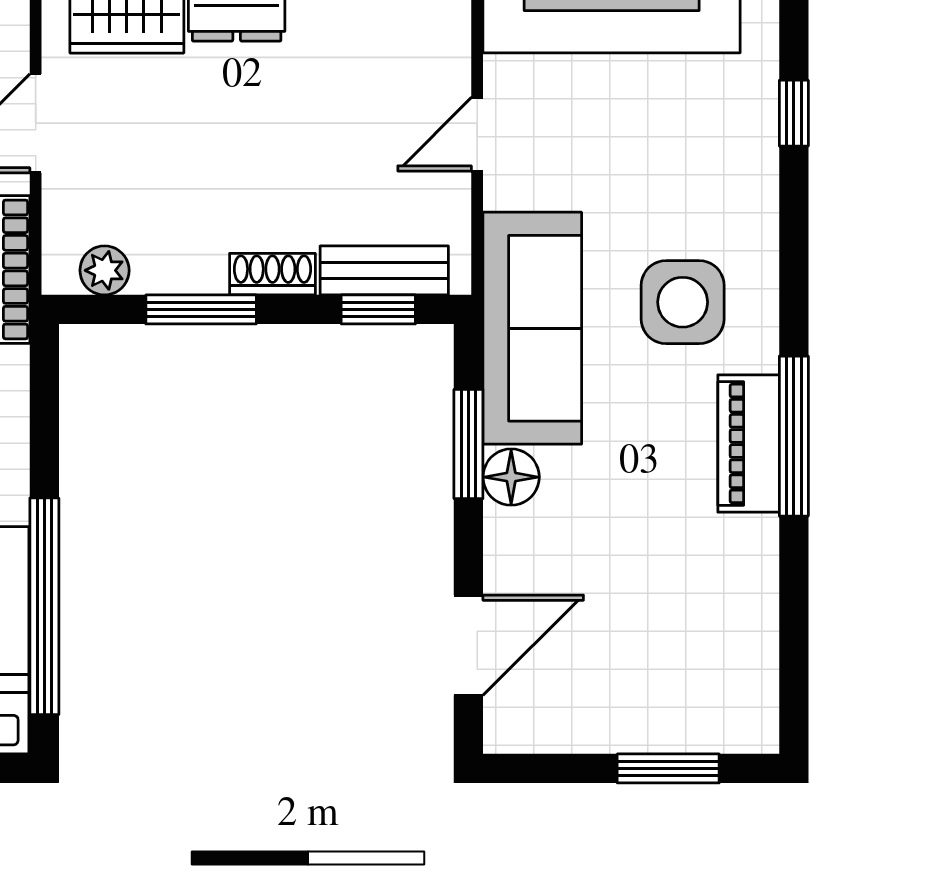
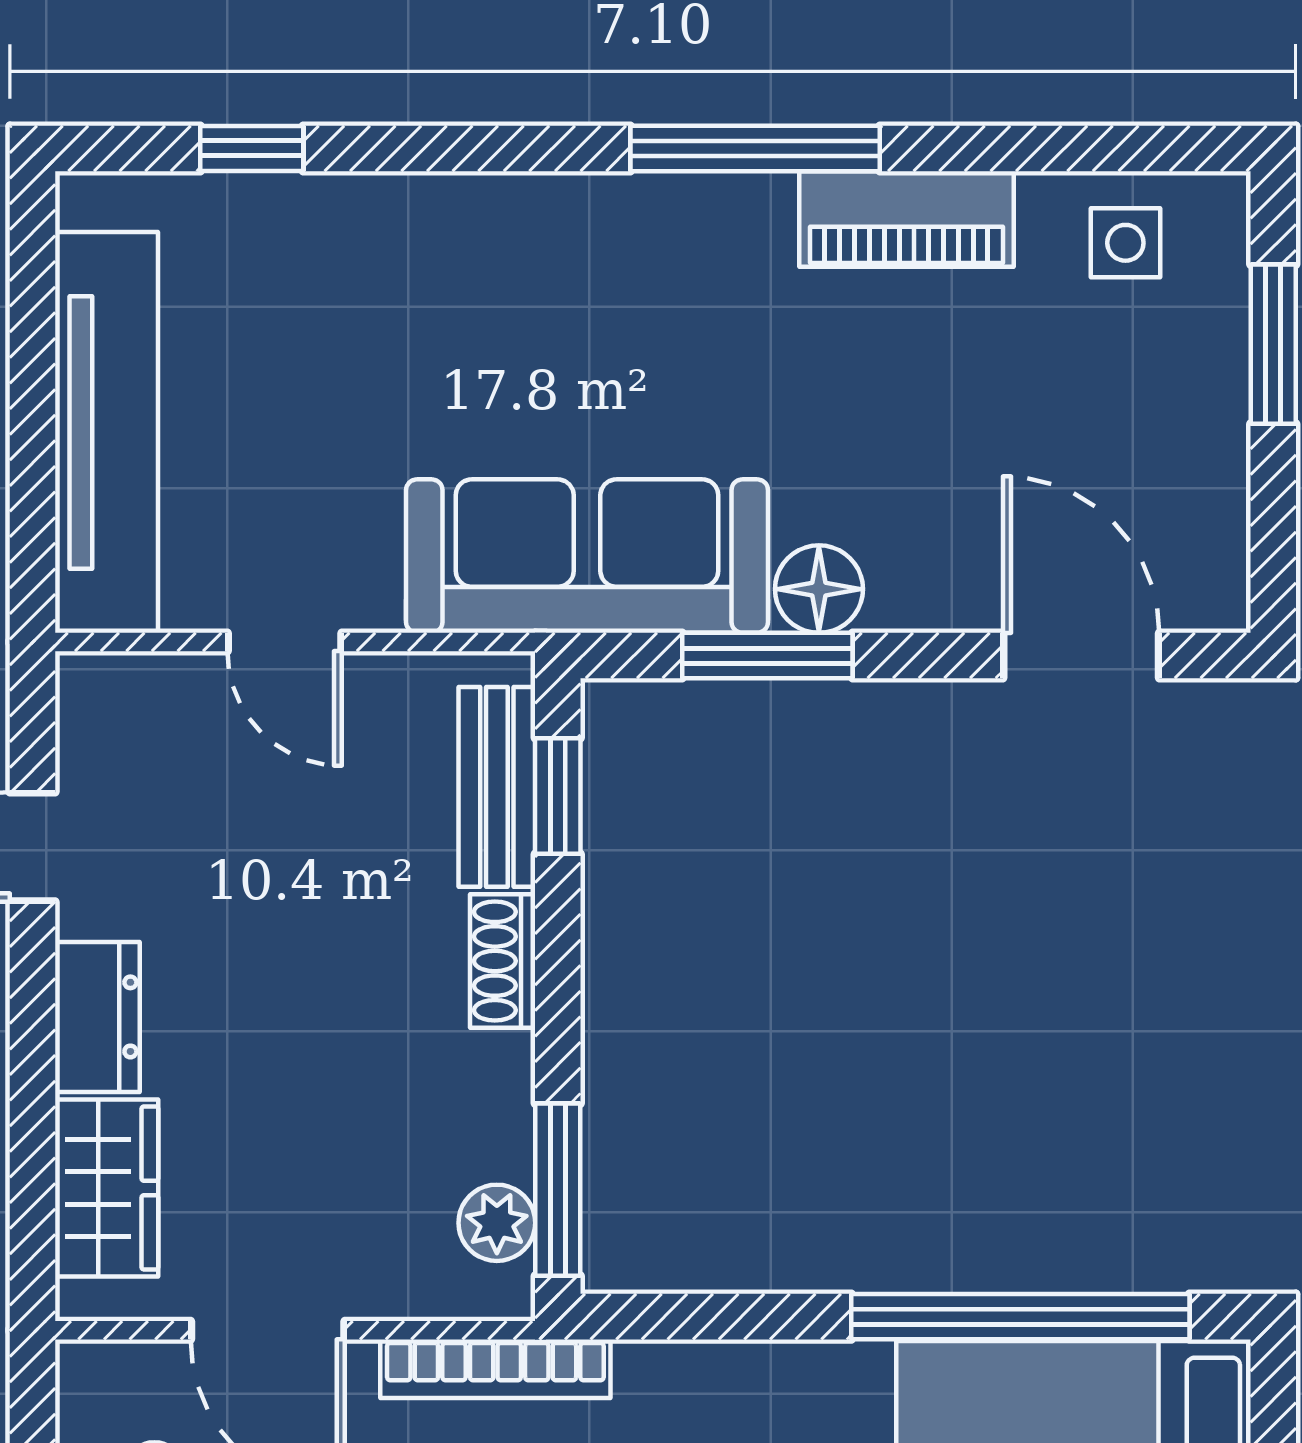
side table: (683, 302) -> (1125, 243), moved, width x0.54, depth x0.54
window: (201, 309) -> (558, 1190), moved
piano: (749, 443) -> (906, 219), moved

